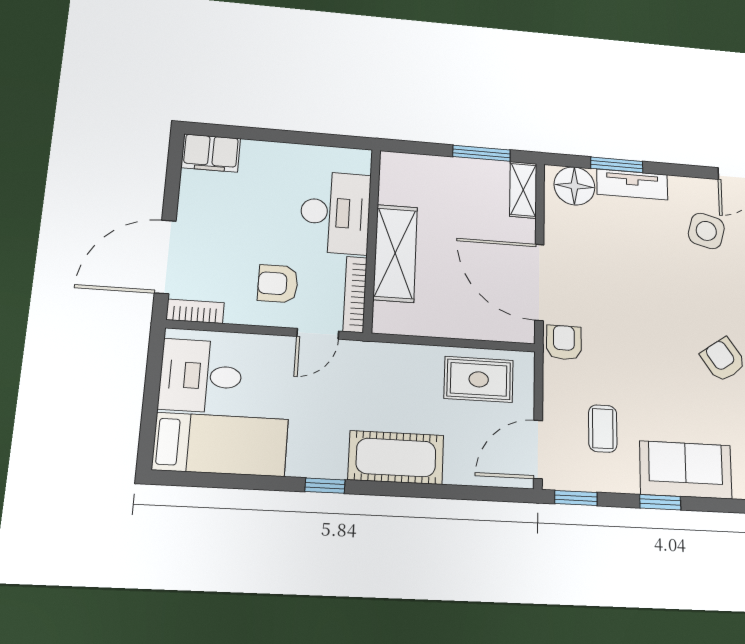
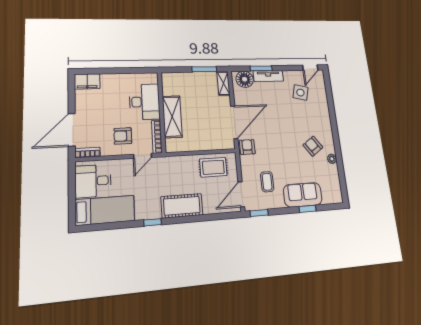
door: (539, 282) -> (234, 122), swing flipped
window: (660, 502) -> (307, 209), moved

